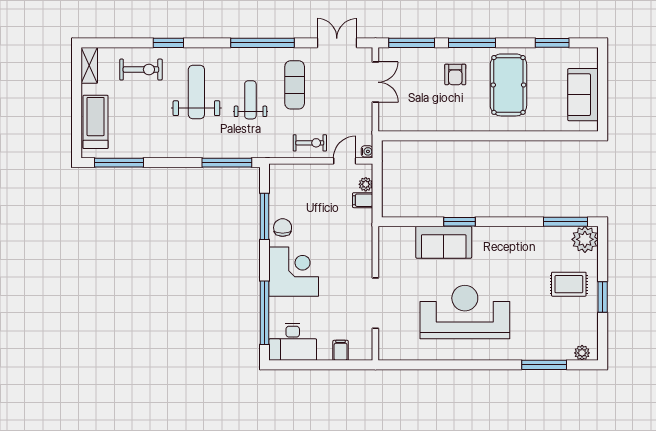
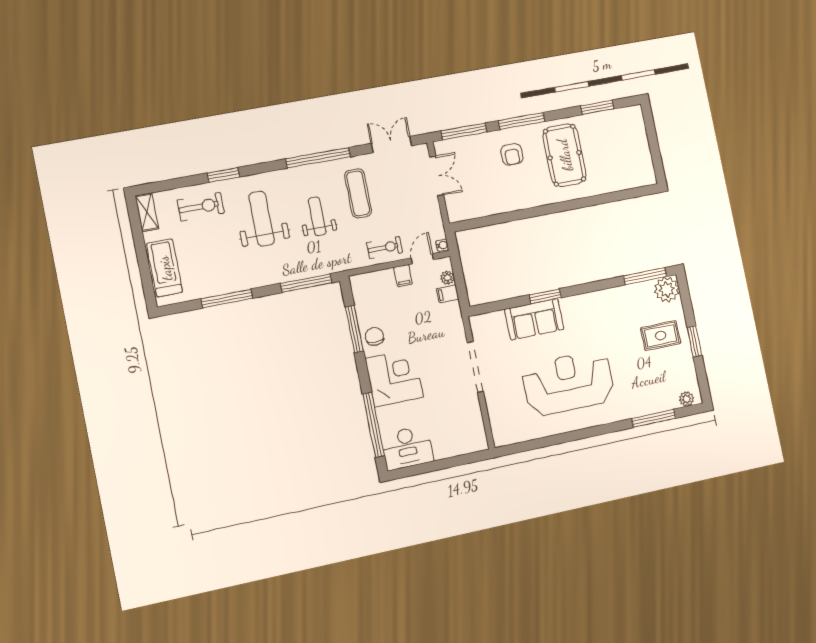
sofa: (583, 95) -> (636, 151), removed
window: (119, 163) -> (227, 298), moved
doorway: (375, 303) -> (475, 367), moved
filing cabinet: (341, 350) -> (403, 276), moved, turned 180

